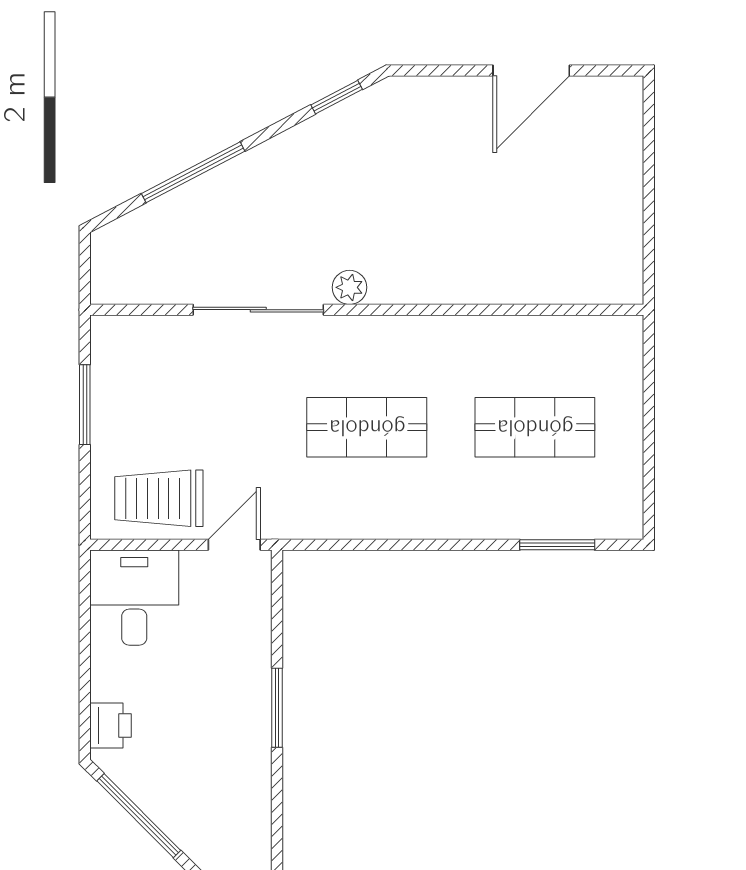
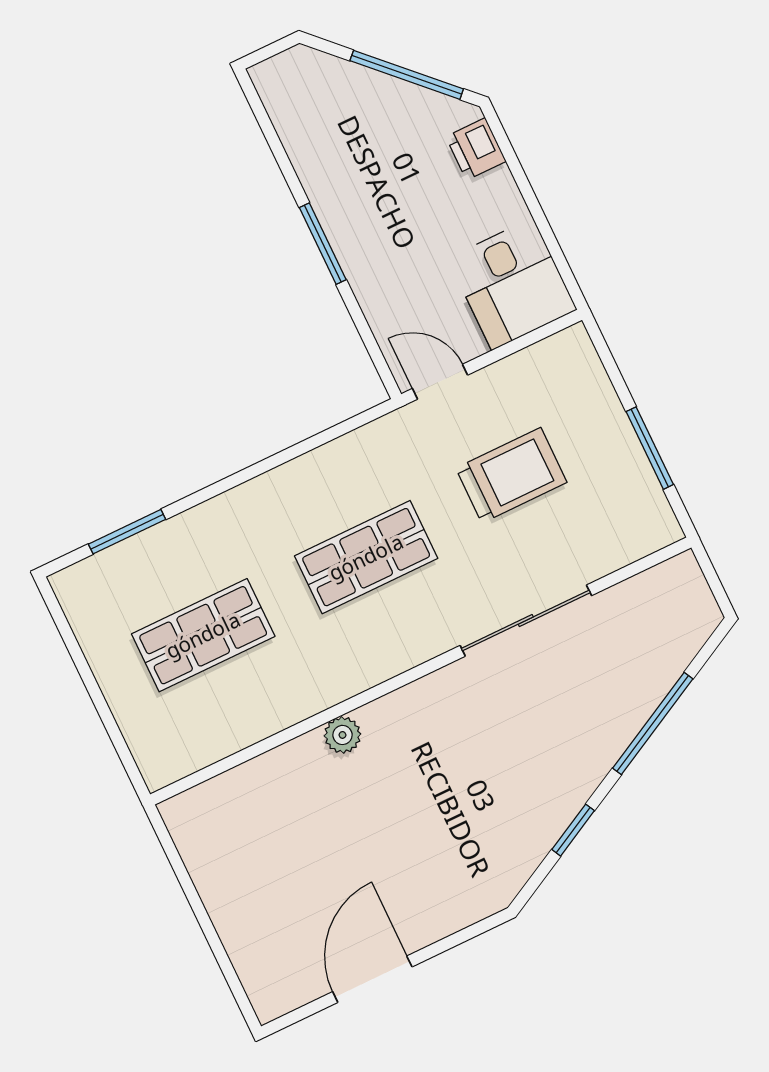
window: (337, 97) -> (573, 830), moved
plant: (349, 287) -> (343, 735), moved
trolley: (159, 498) -> (511, 475), moved
door: (234, 545) -> (440, 382), swing flipped

